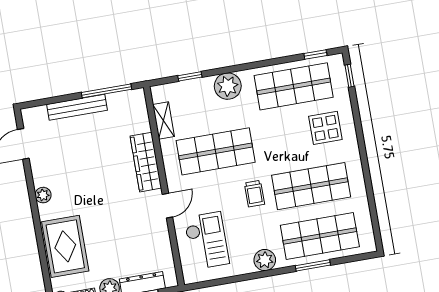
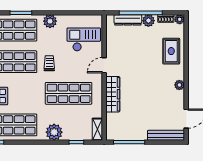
bench: (77, 107) -> (166, 135), moved
shelving: (163, 120) -> (97, 129), moved
checkout: (207, 241) -> (84, 39), turned 90
rug: (65, 246) -> (171, 51), width x0.73, depth x0.70

